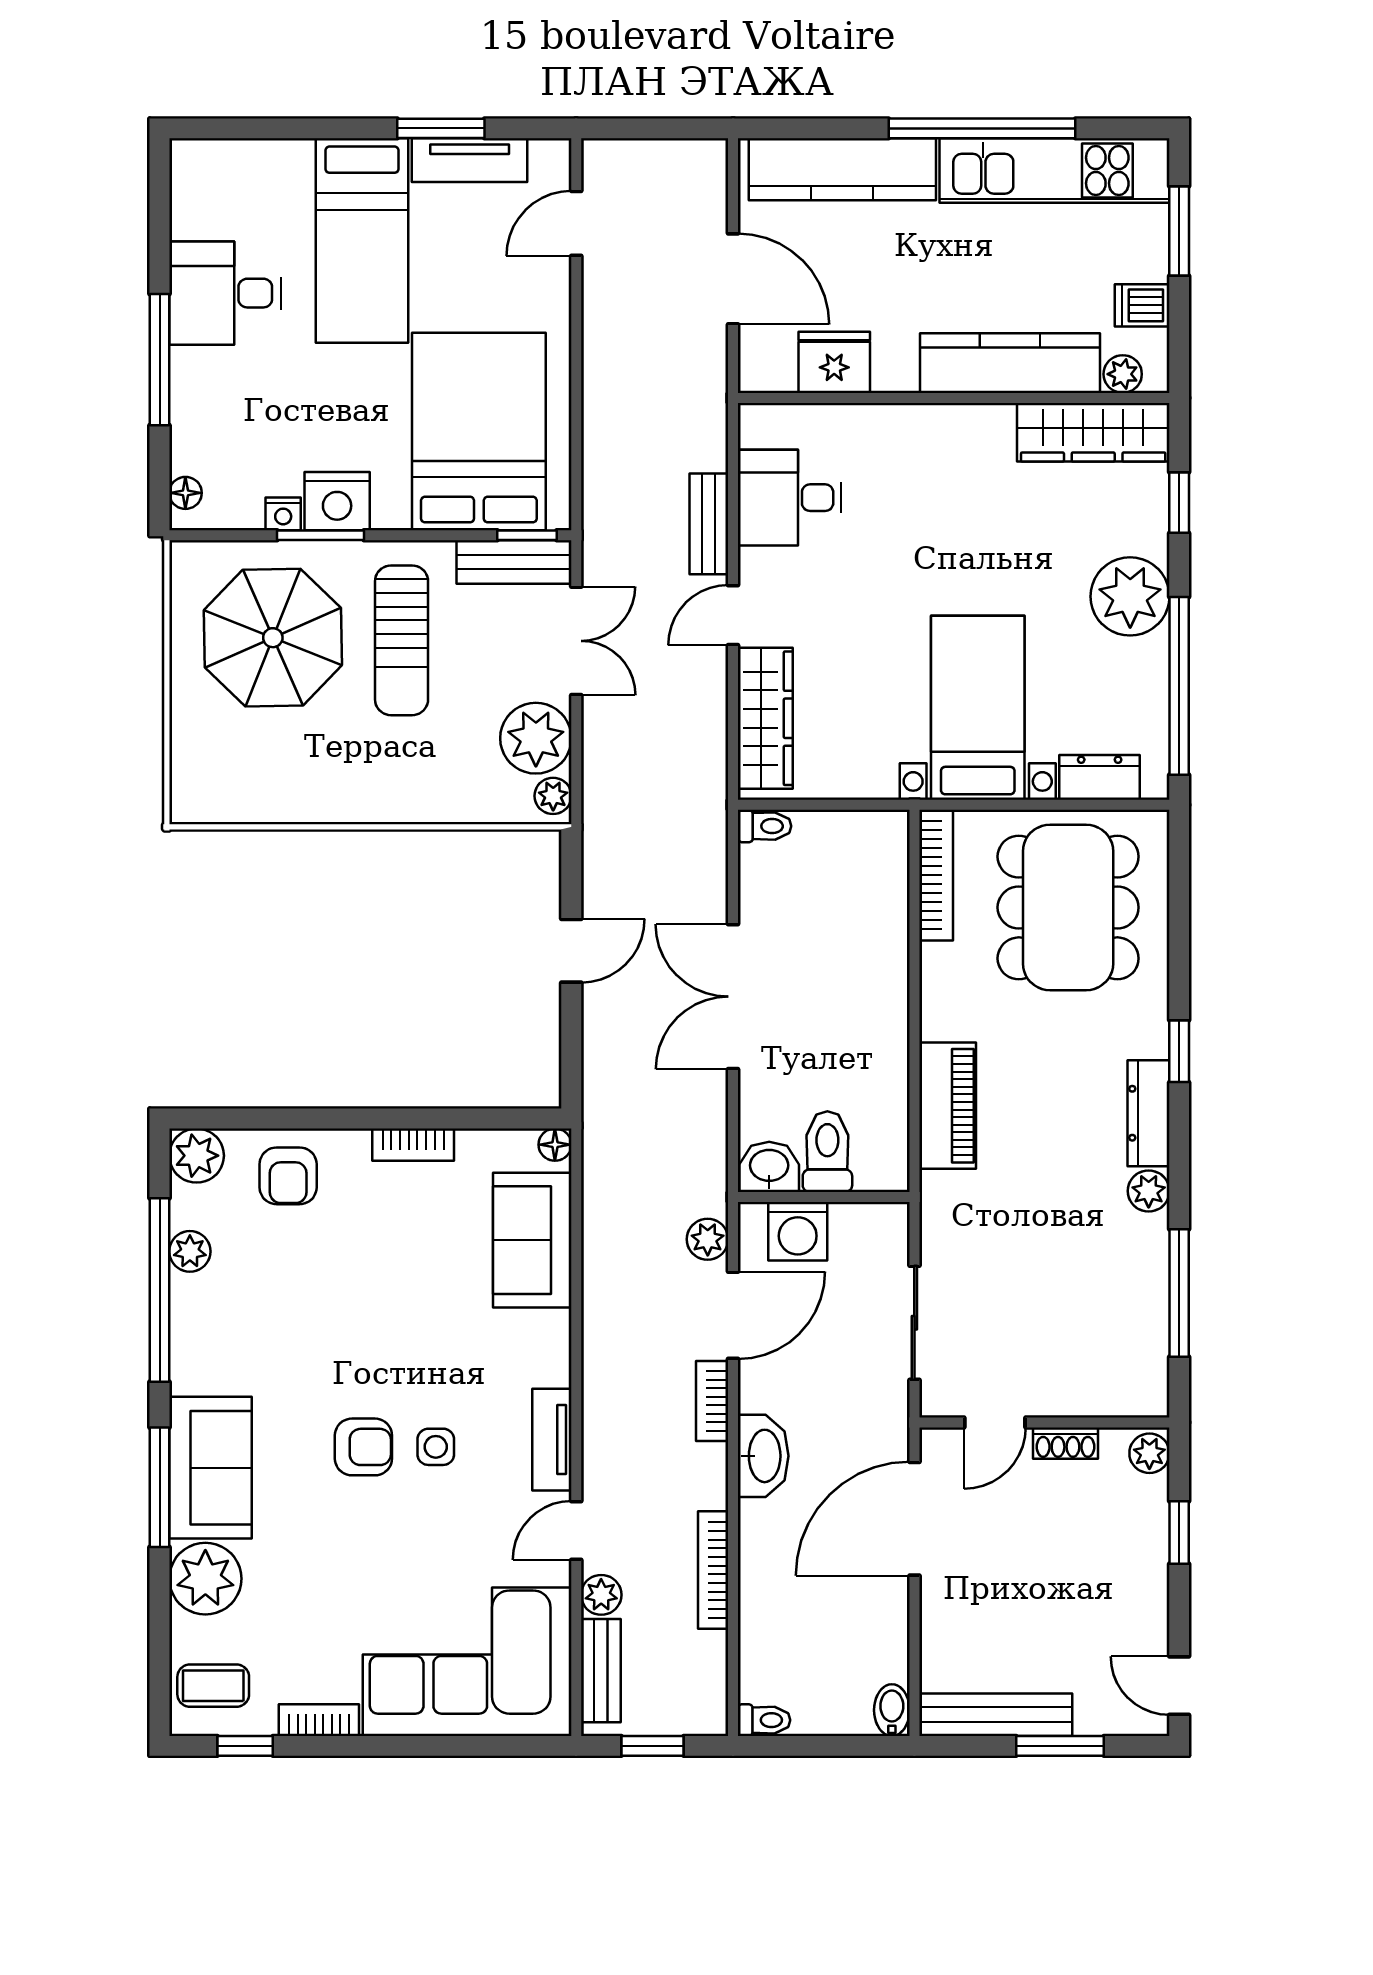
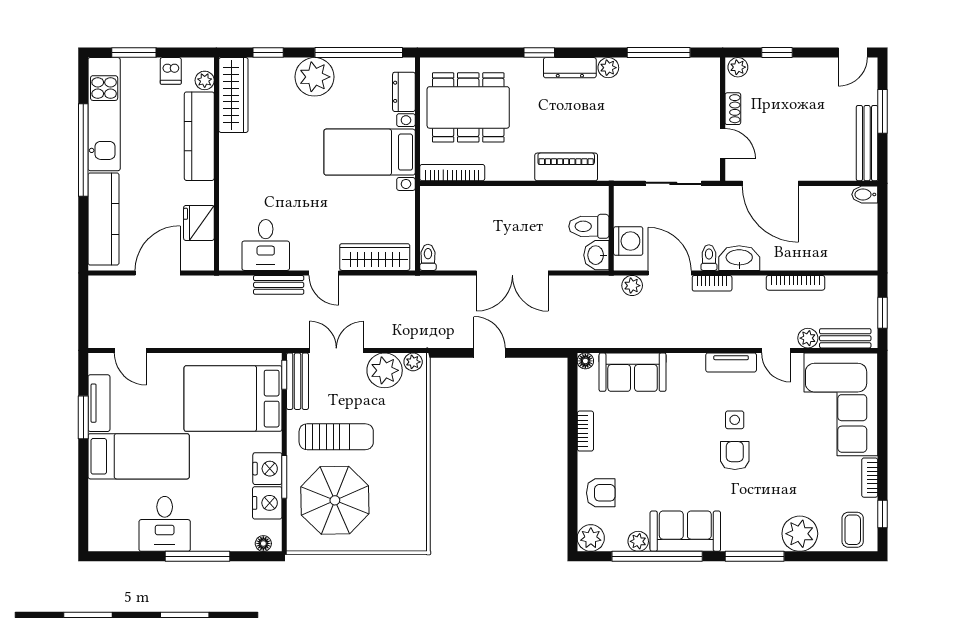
nightstand: (283, 514) -> (267, 503), width x1.89, depth x1.79
sofa: (210, 1468) -> (685, 531), moved
toilet: (764, 1720) -> (709, 258), moved

